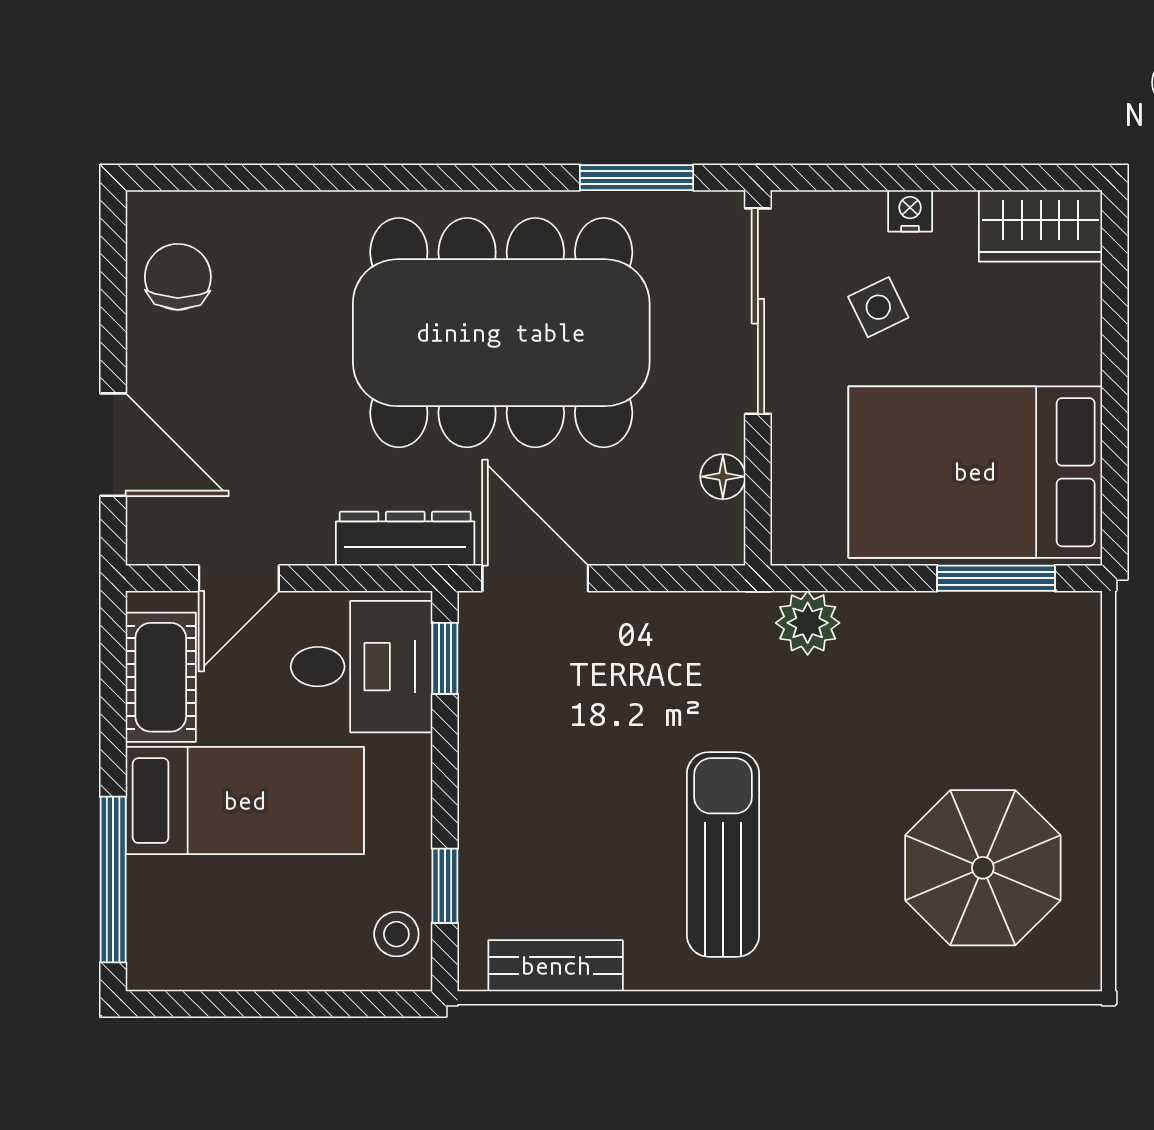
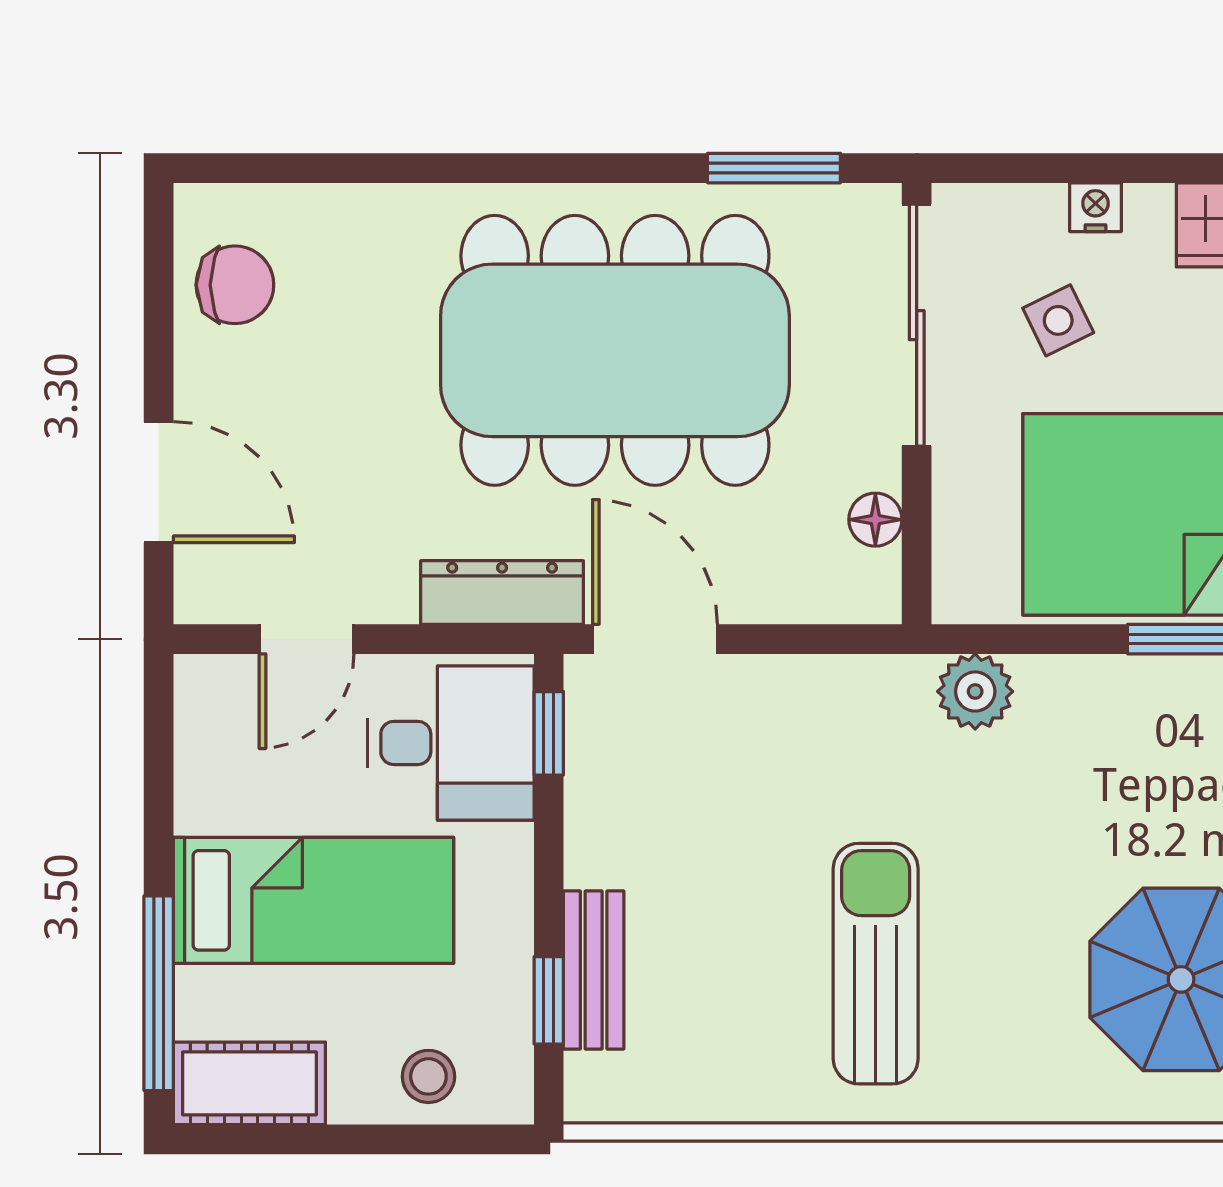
chair: (178, 277) -> (235, 285), turned 89
cot: (161, 677) -> (249, 1083), moved, turned 90
stool: (396, 934) -> (428, 1076), moved
bench: (556, 966) -> (594, 970), moved, turned 90

